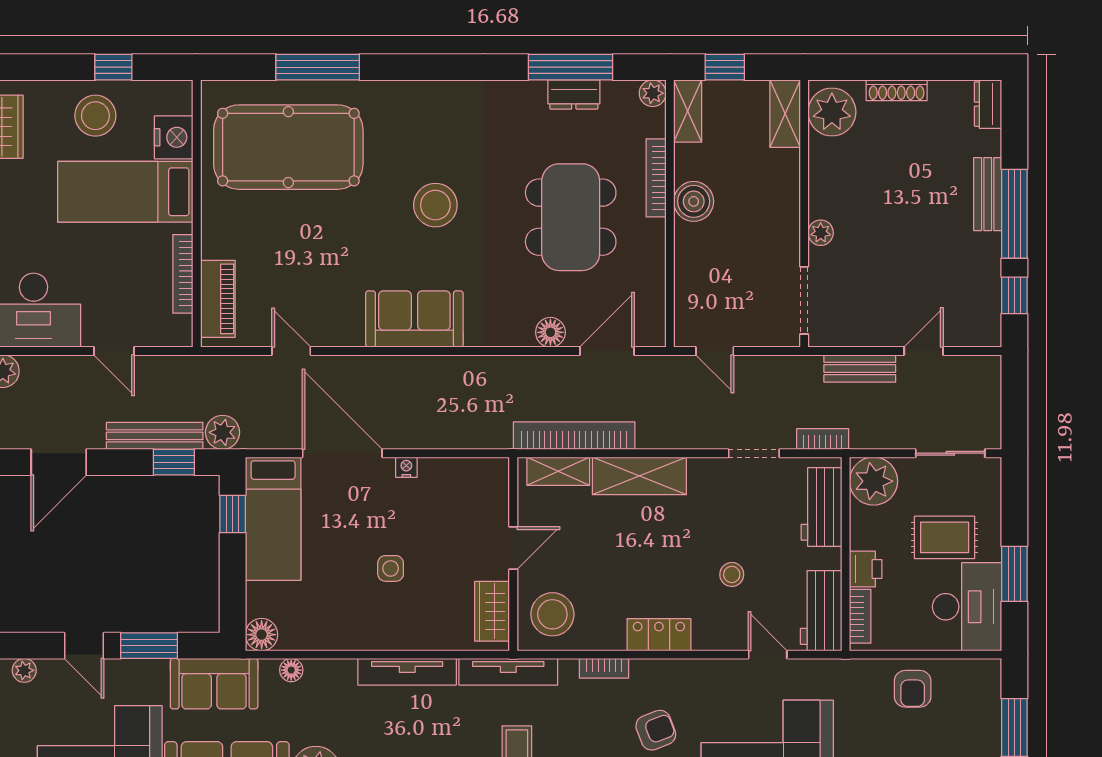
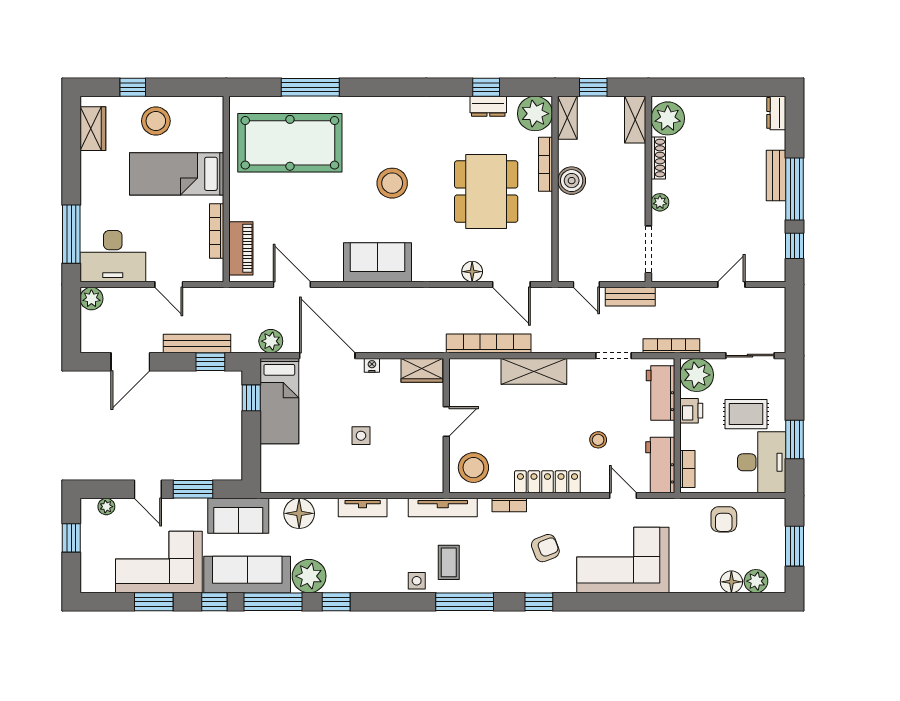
window: (113, 67) -> (133, 87), moved
window: (571, 67) -> (486, 87), width x0.46
shoe rack: (897, 90) -> (658, 158), moved, turned -90
plant: (653, 93) -> (535, 114), width x1.87, depth x1.87
nightstand: (174, 137) -> (210, 136), removed
door: (291, 351) -> (292, 285), width x1.38
door: (607, 351) -> (511, 285), swing flipped
bench: (860, 368) -> (630, 297), moved
plant: (223, 432) -> (271, 341), moved
bookcase: (823, 439) -> (671, 346), width x1.56
shelving: (558, 471) -> (478, 368), removed
printer: (866, 569) -> (691, 411), moved
wardrobe: (492, 611) -> (422, 370), moved, turned -90
floor lamp: (262, 635) -> (271, 482), removed
locker: (659, 635) -> (547, 482), width x1.53
floor lamp: (291, 670) -> (299, 513), width x1.89, depth x1.89
tv unit: (407, 672) -> (363, 507), width x0.71

